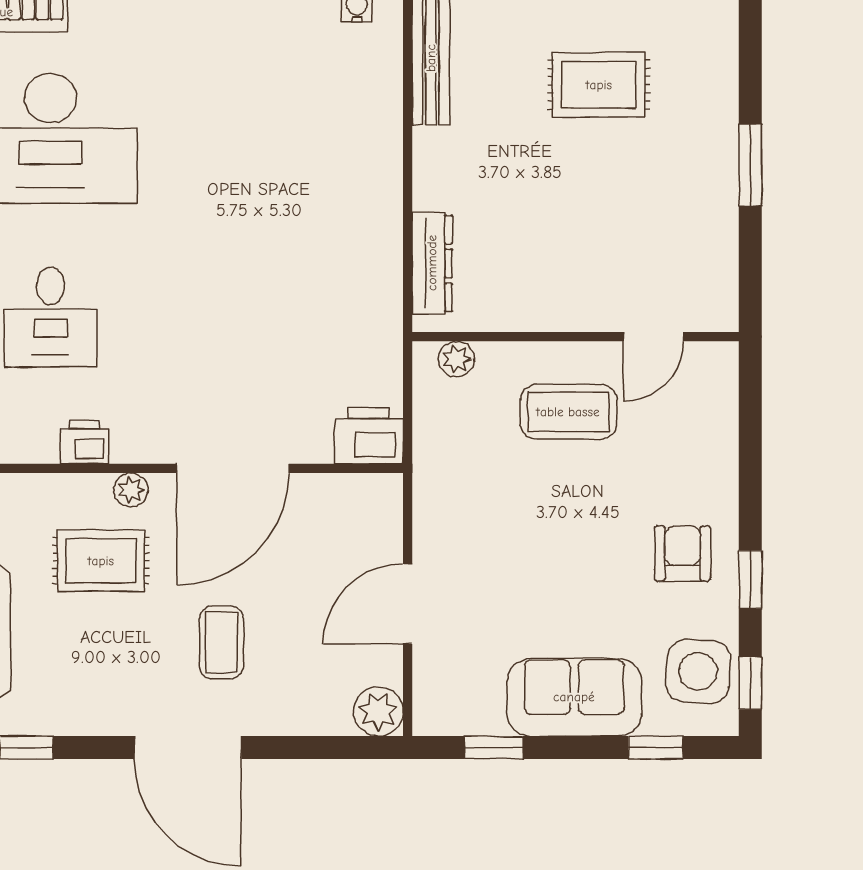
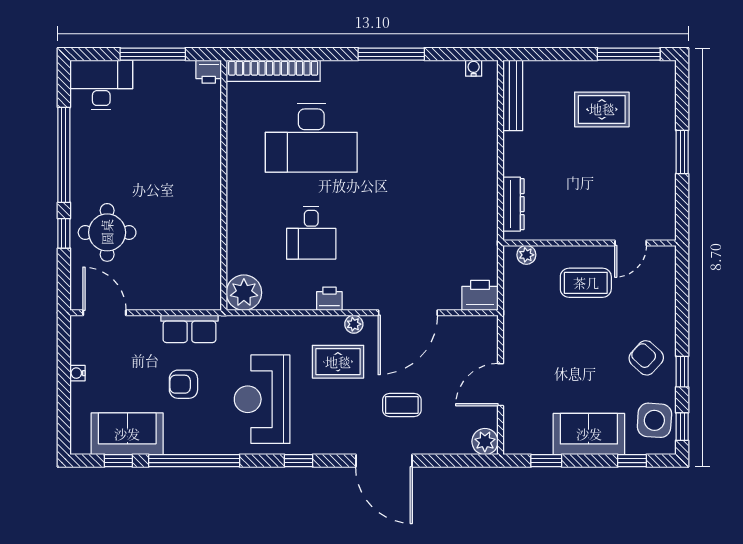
armchair: (683, 554) -> (646, 358), turned -48
coffee table: (221, 642) -> (402, 405), turned 90

